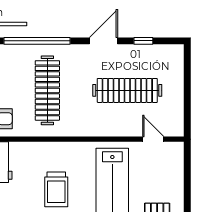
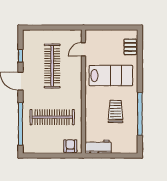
trolley: (56, 189) -> (116, 111), turned -90

